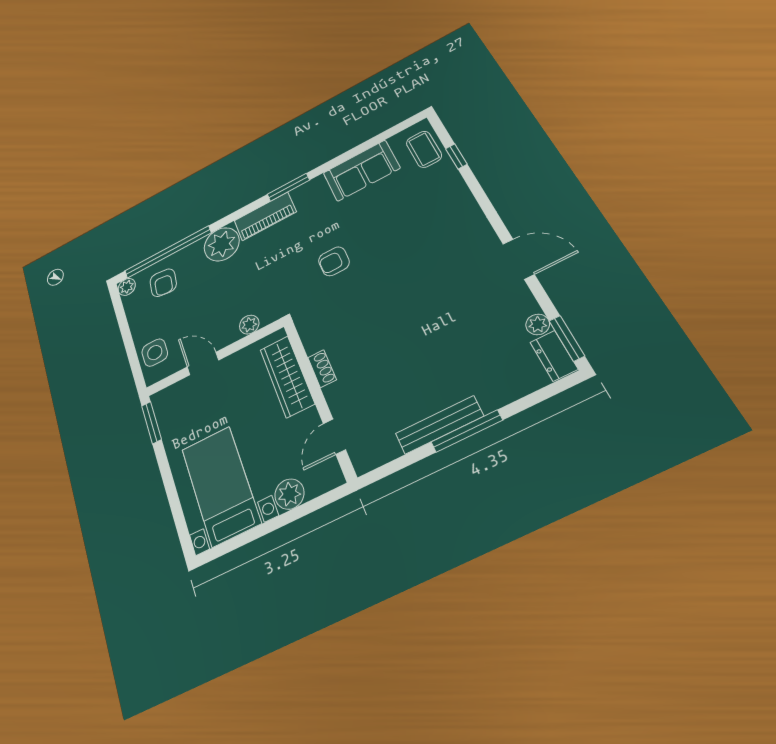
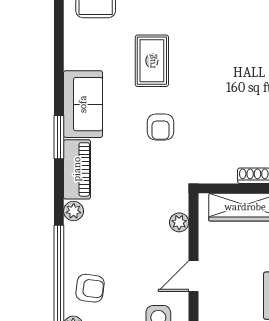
sofa: (361, 171) -> (83, 104), moved
rug: (395, 221) -> (152, 61), added
plant: (222, 244) -> (74, 211), width x0.53, depth x0.53

